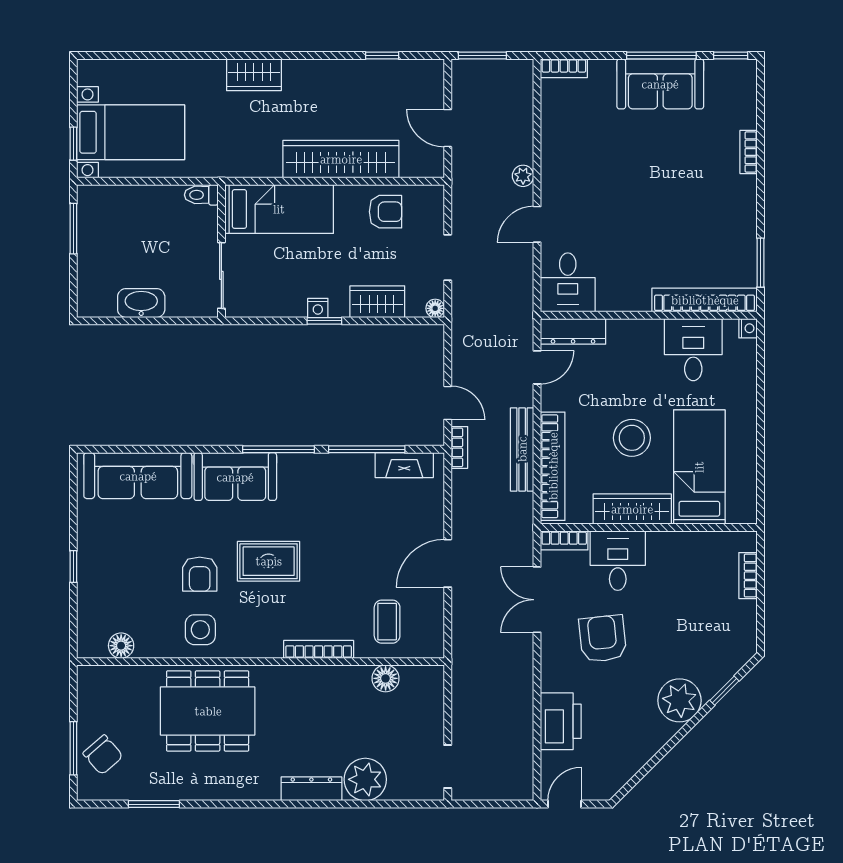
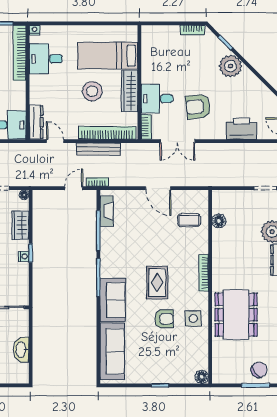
bookcase: (748, 576) -> (193, 30), moved
floor lamp: (121, 646) -> (202, 377), moved
bookcase: (319, 649) -> (204, 273), moved

